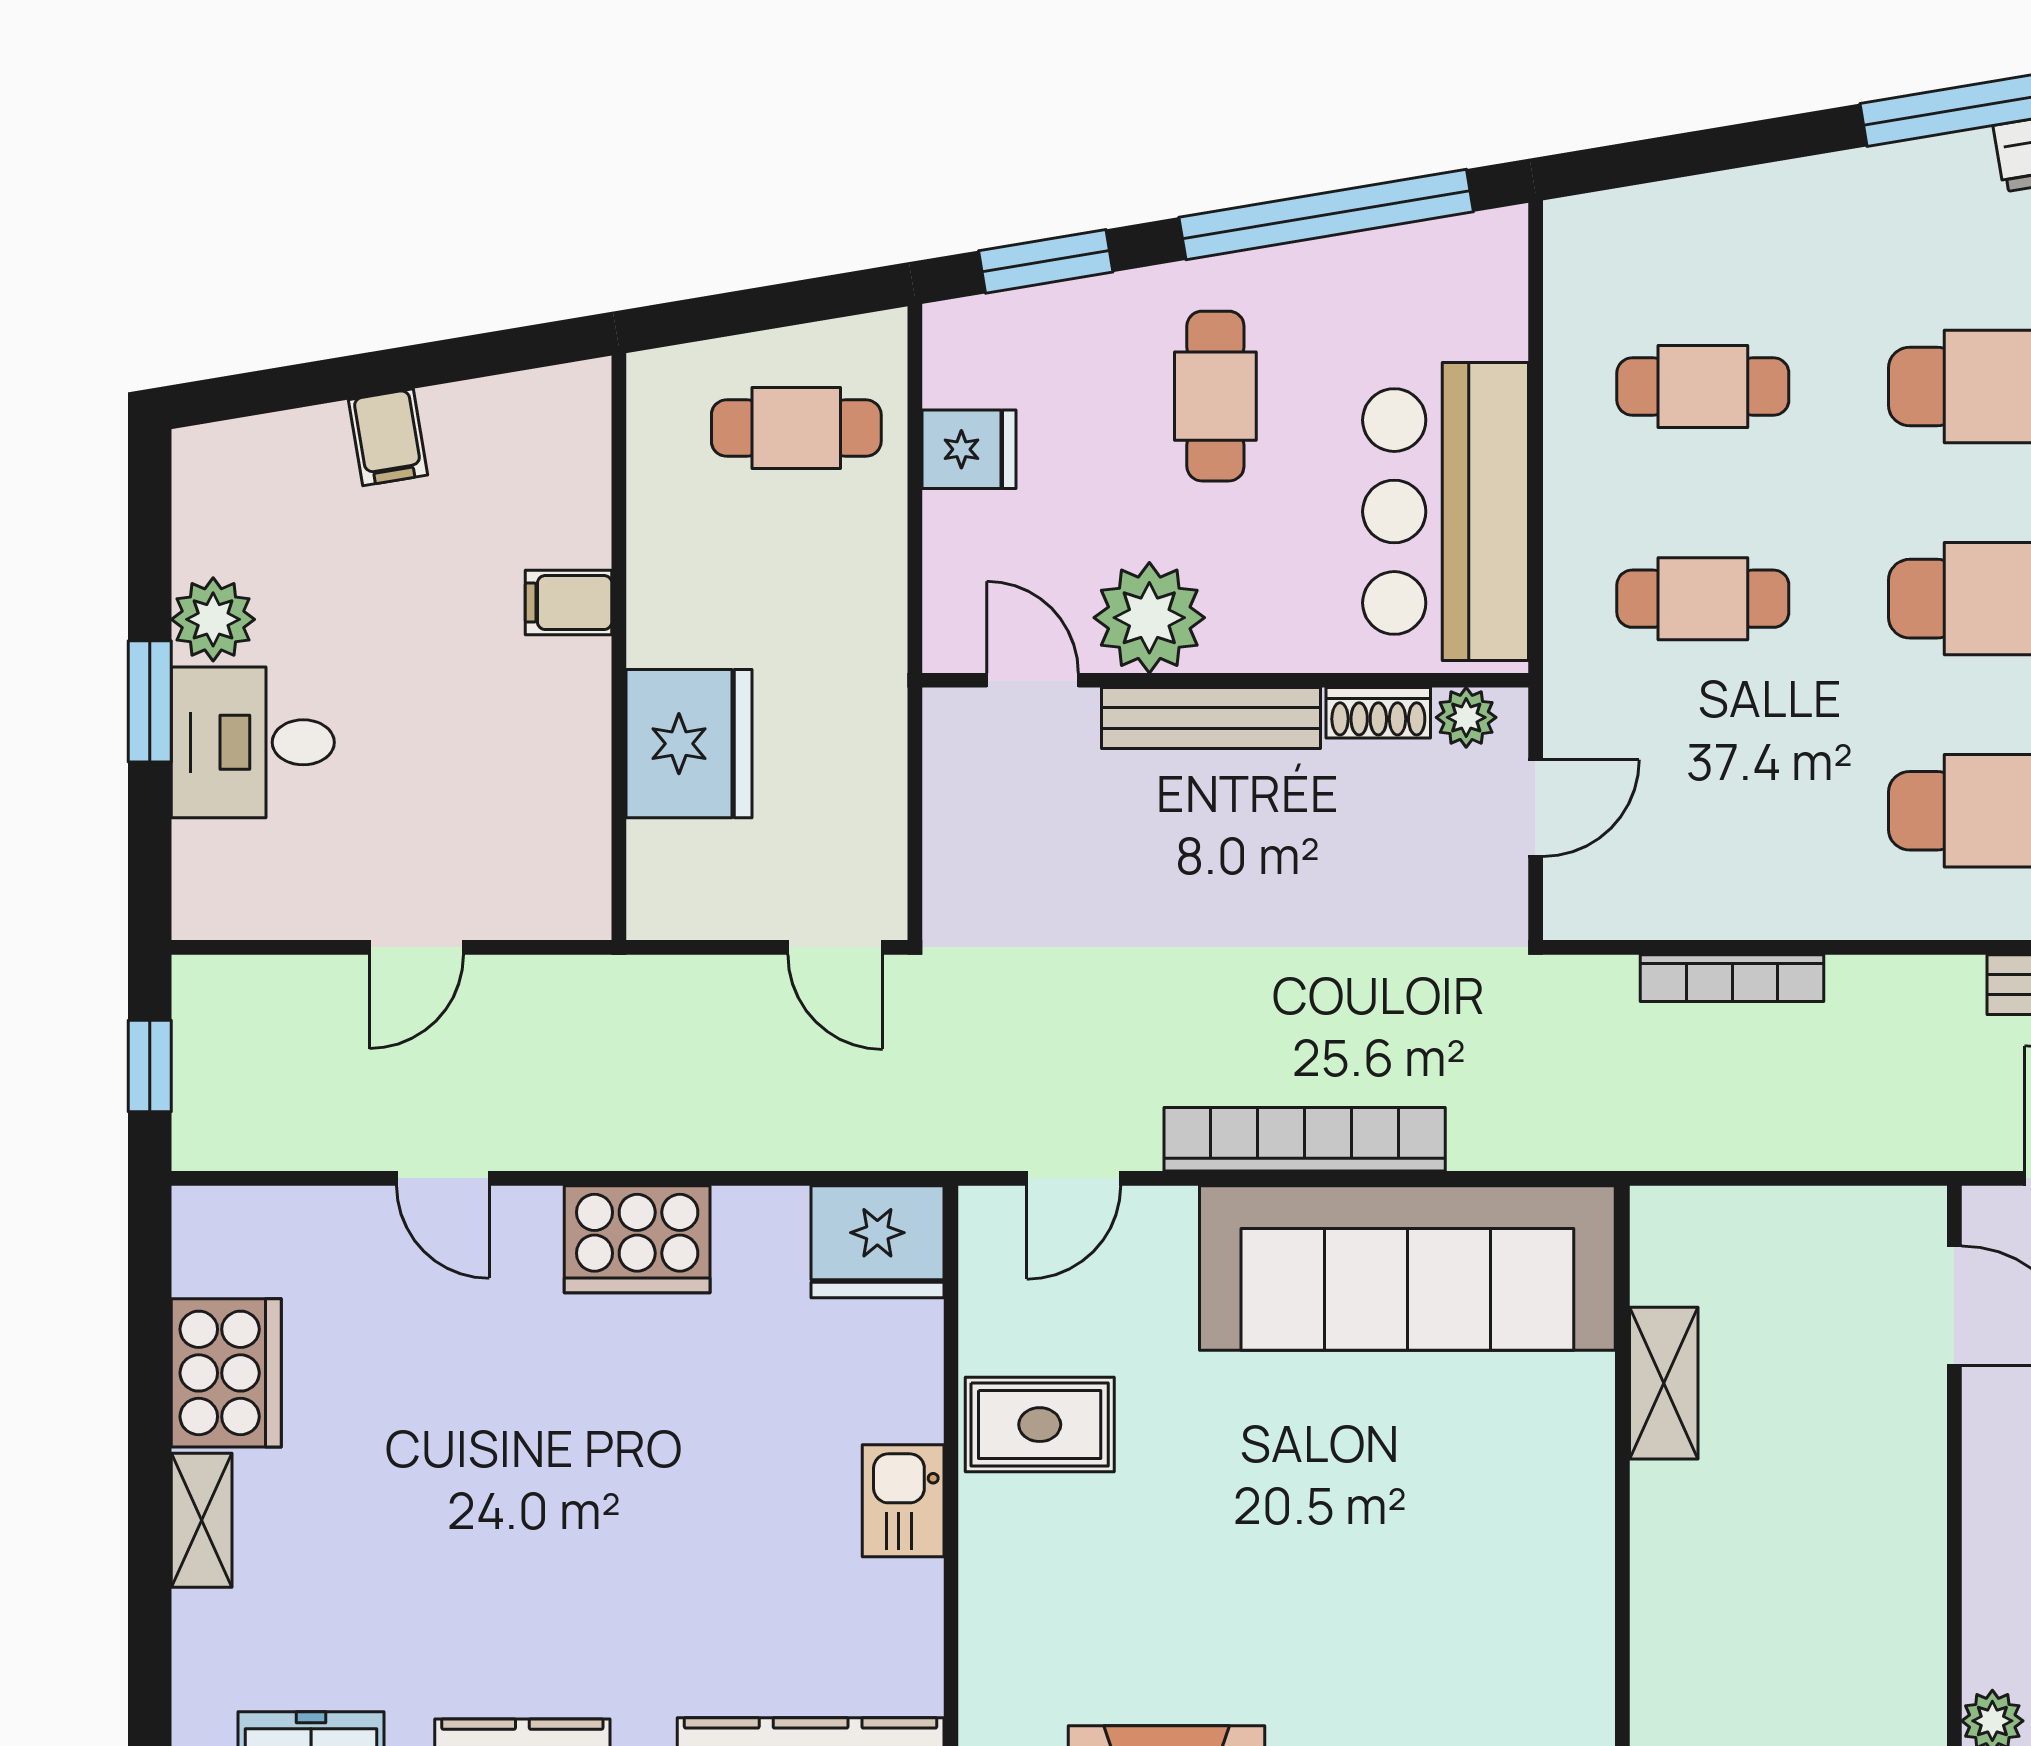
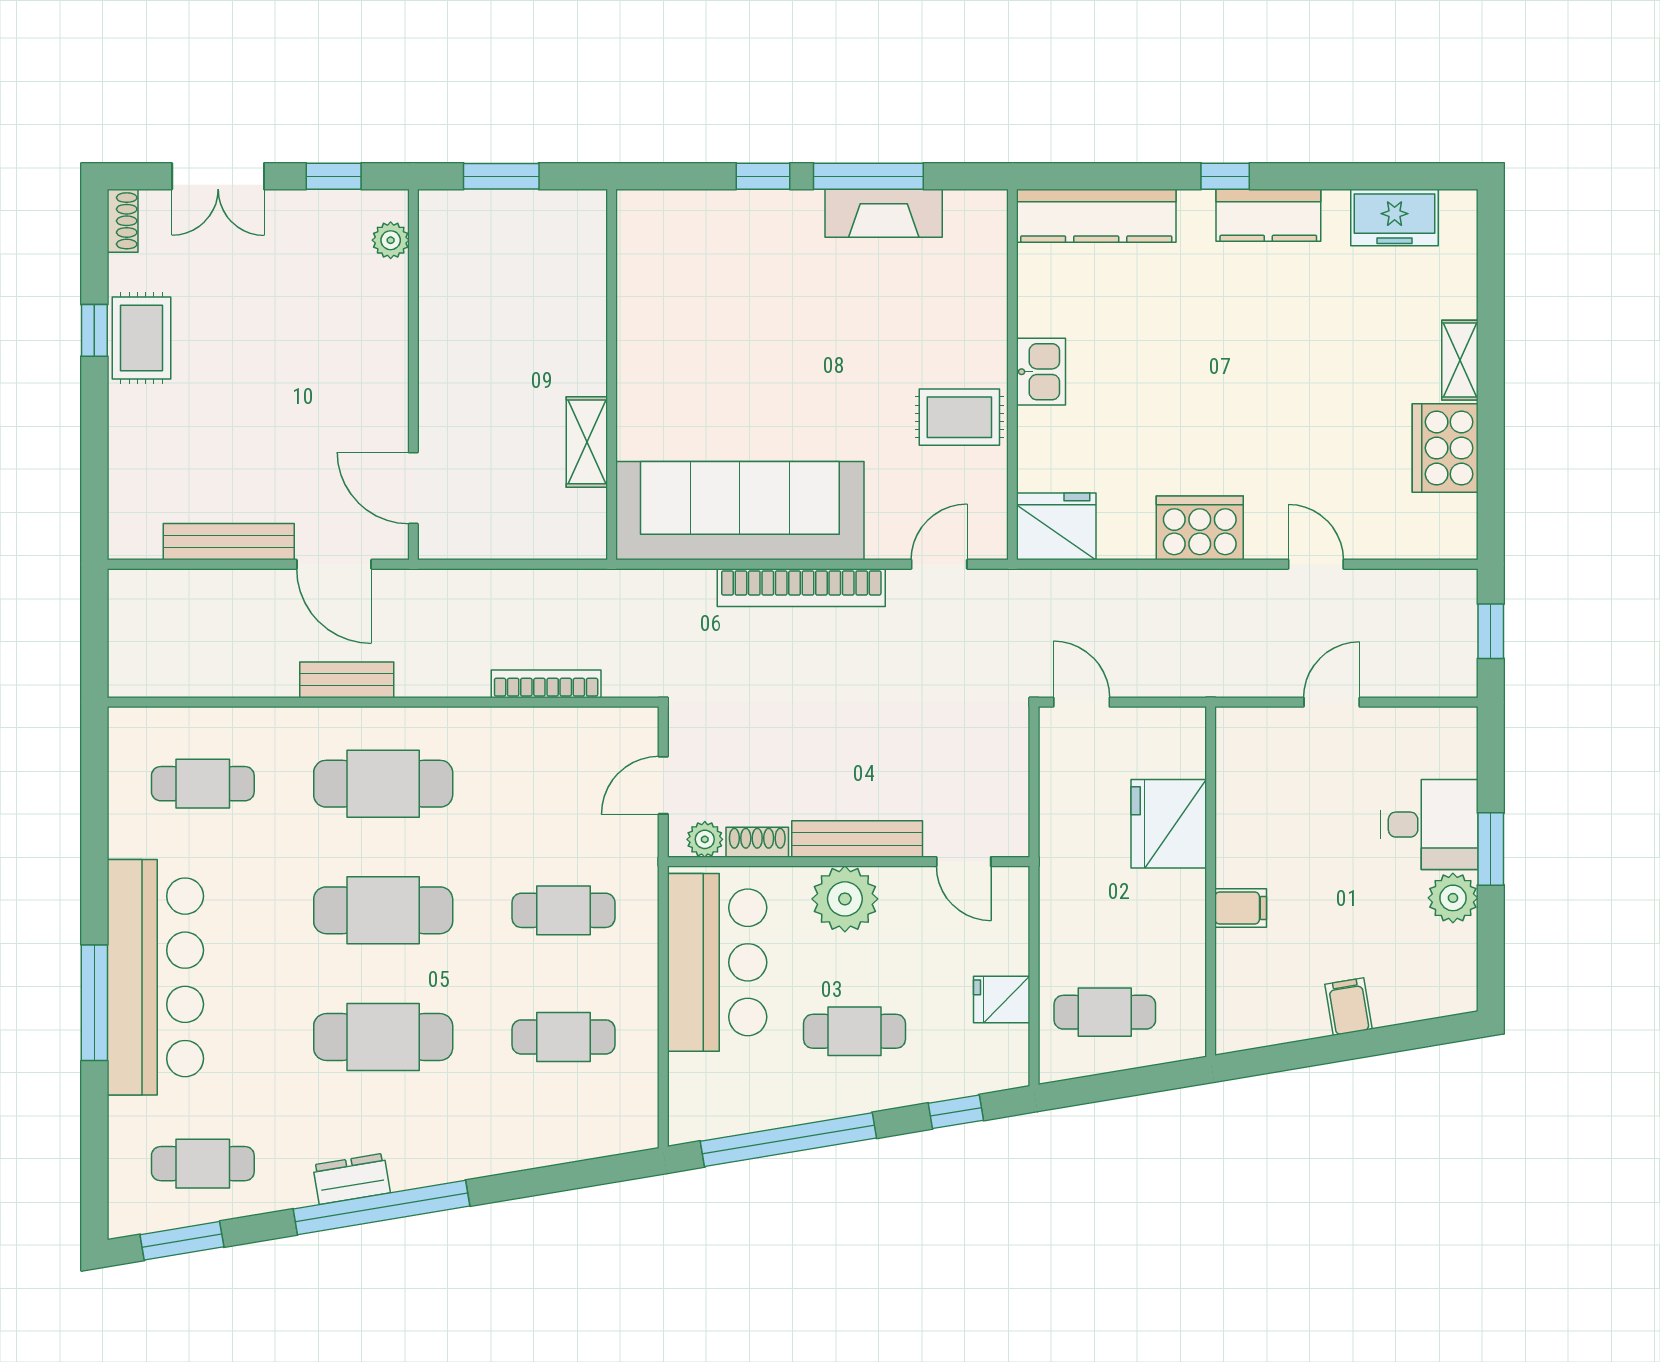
window: (1046, 261) -> (956, 1112), width x0.67
cafe table: (1215, 396) -> (855, 1031), turned 90
plant: (1149, 618) -> (845, 899), moved

